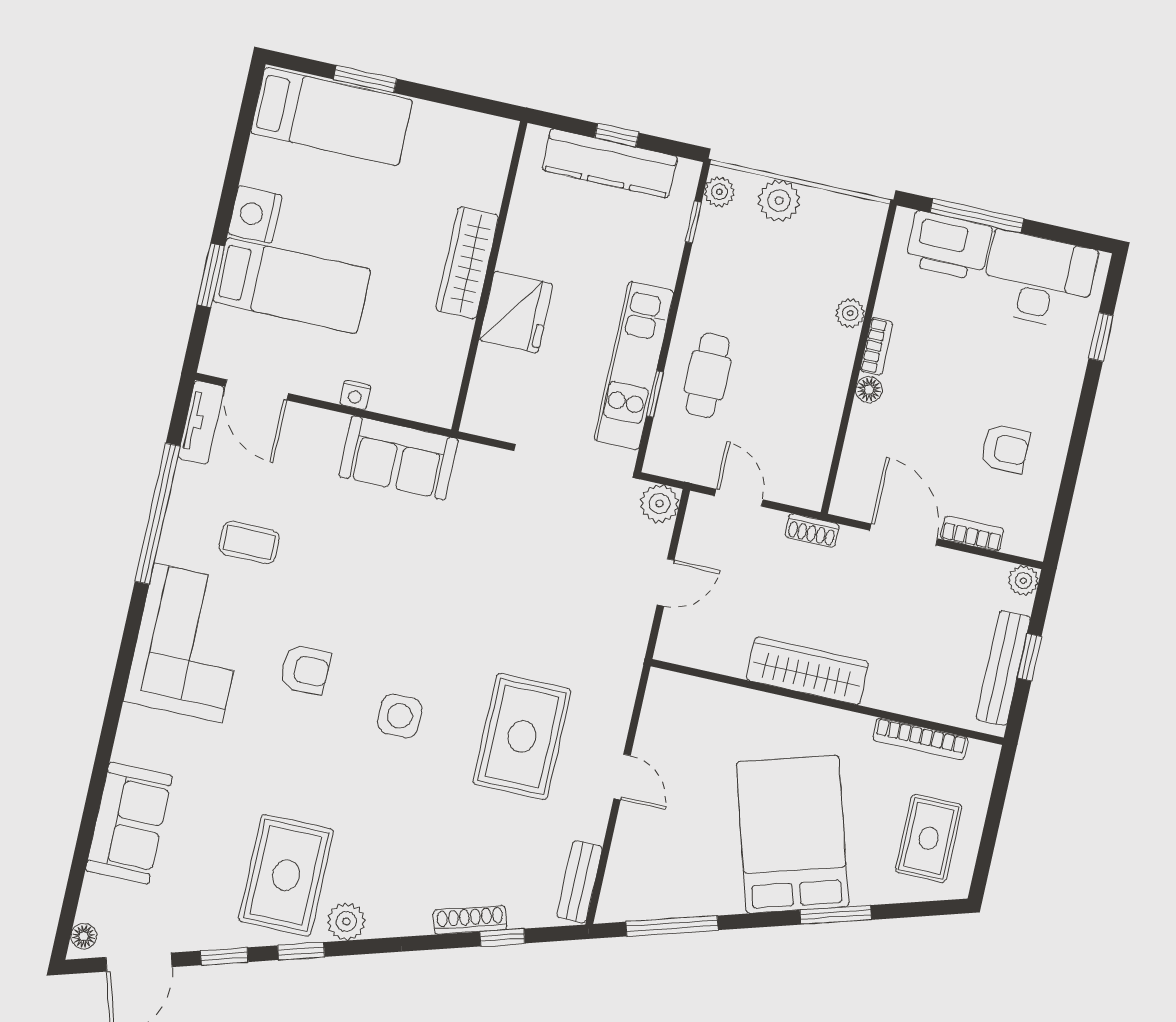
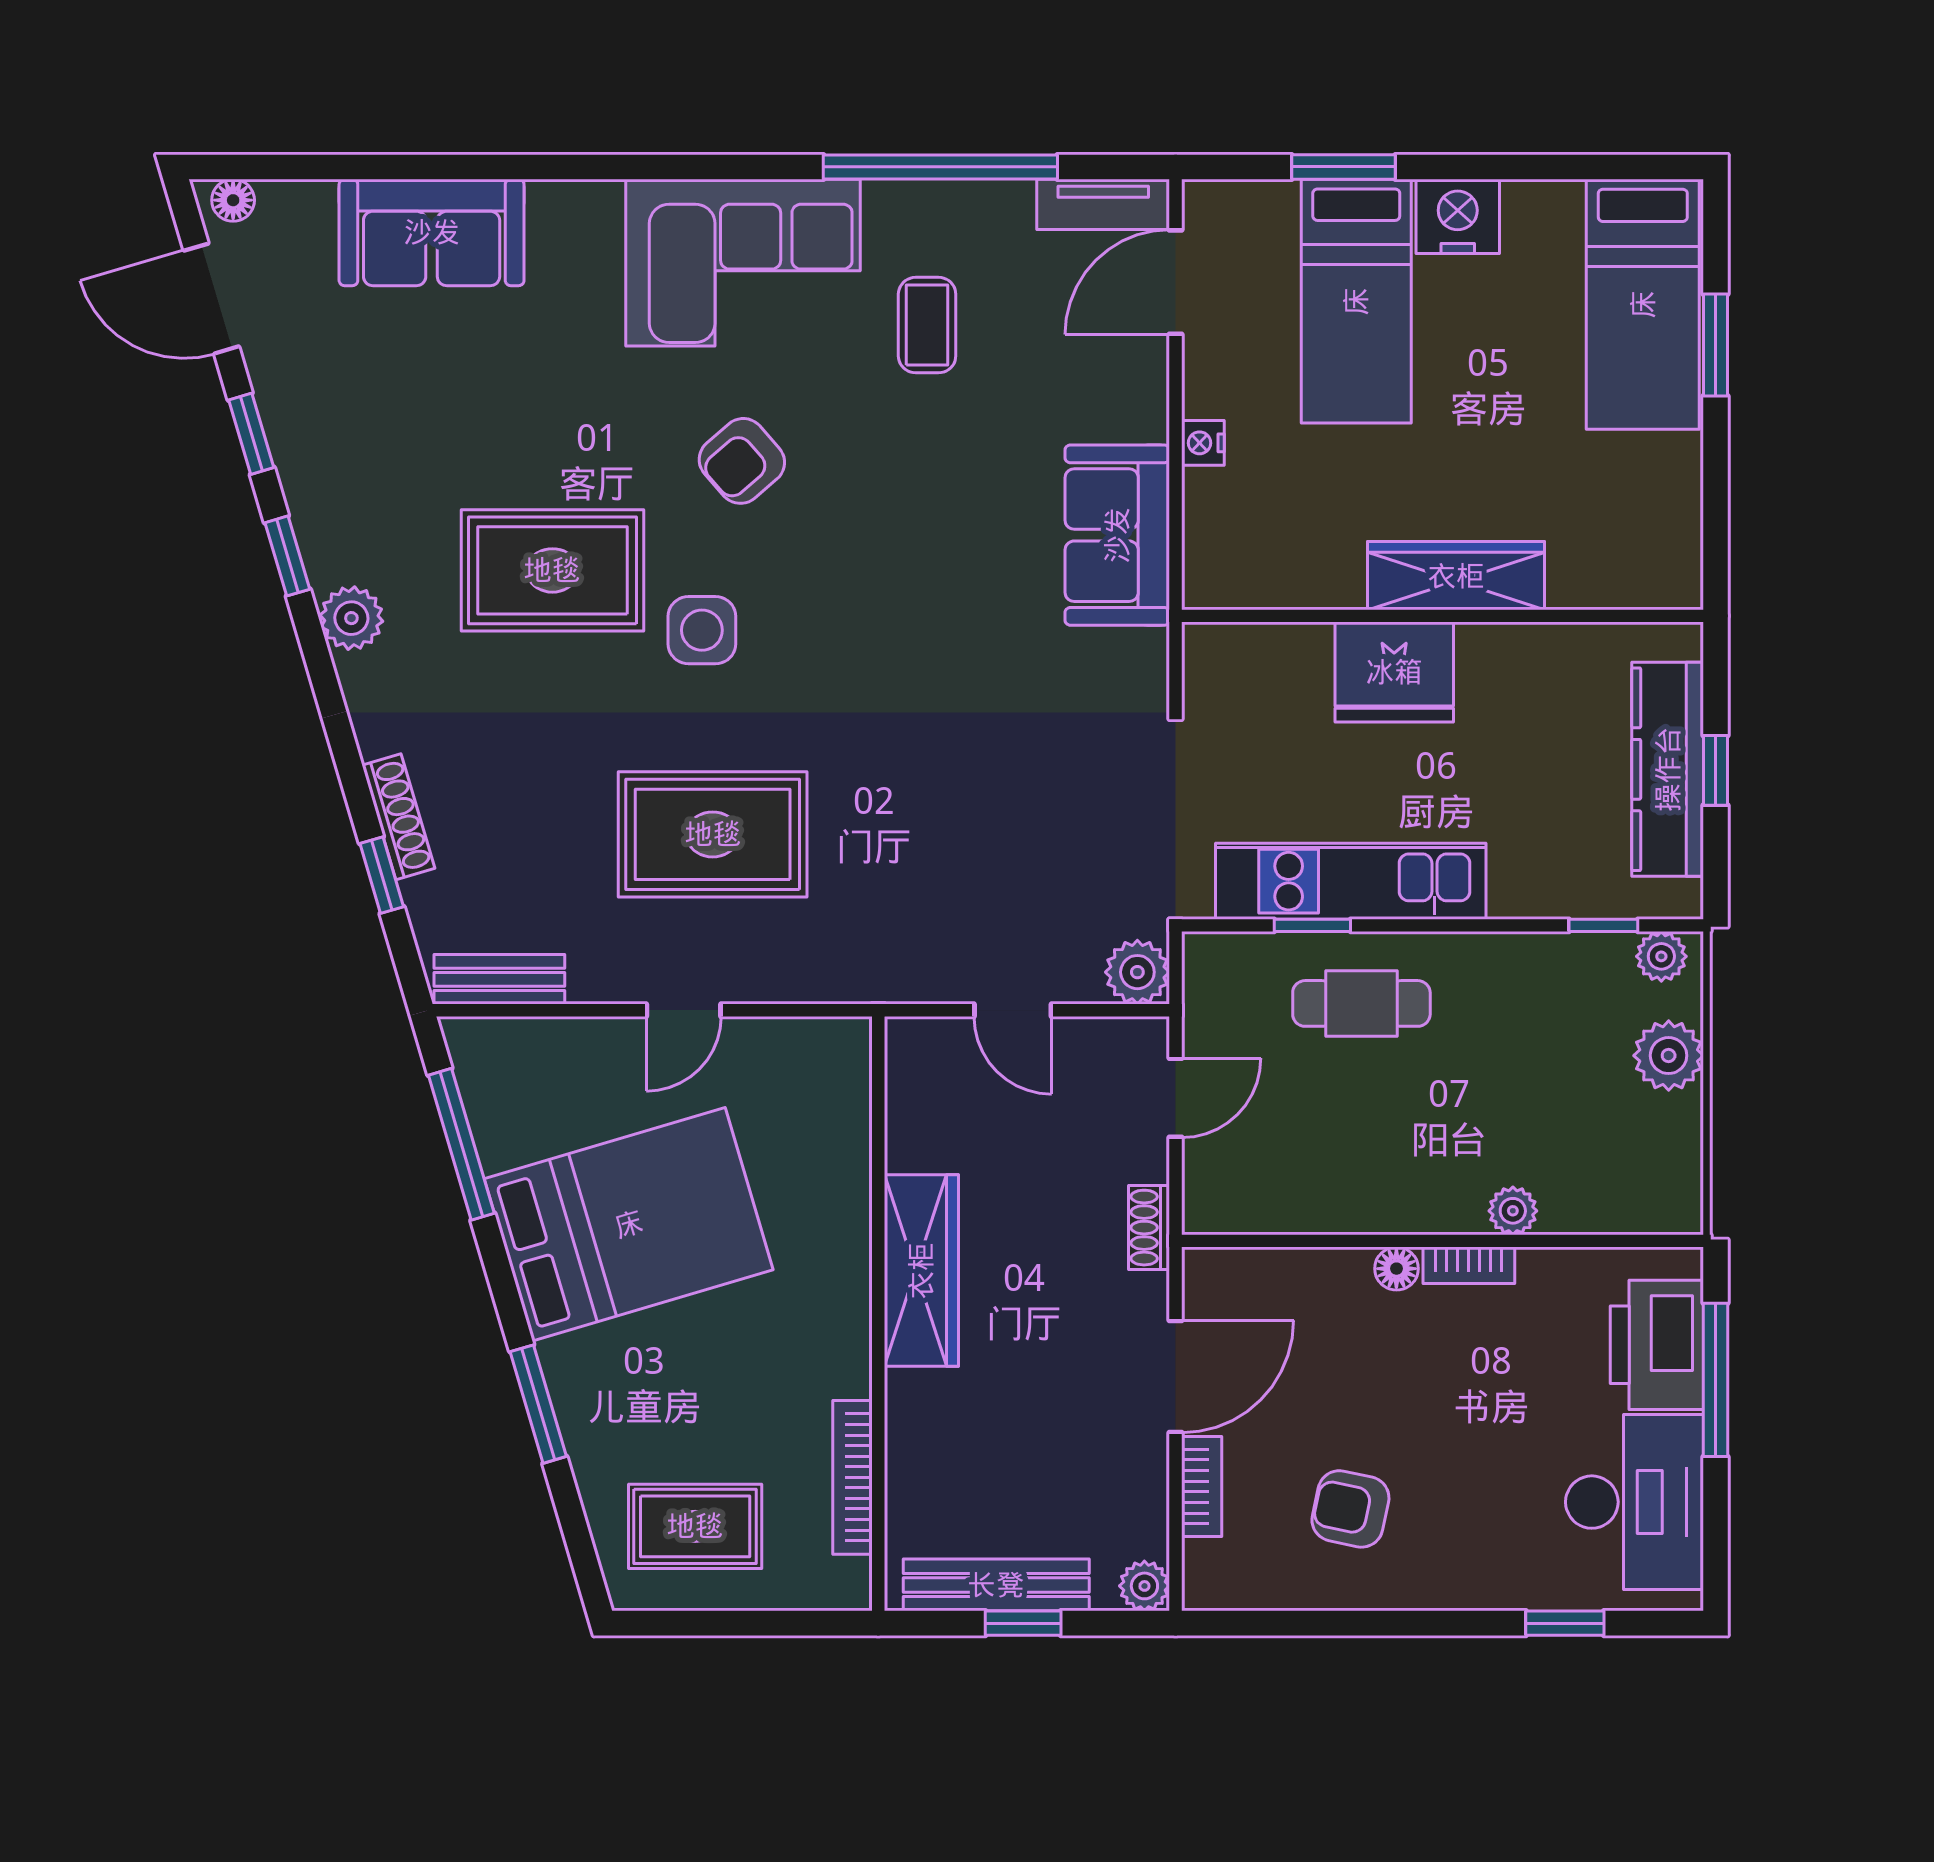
armchair: (1005, 449) -> (1350, 1509), turned 102
armchair: (305, 670) -> (742, 461), turned 49
bed: (792, 834) -> (629, 1224), moved
rug: (286, 875) -> (552, 570), moved

